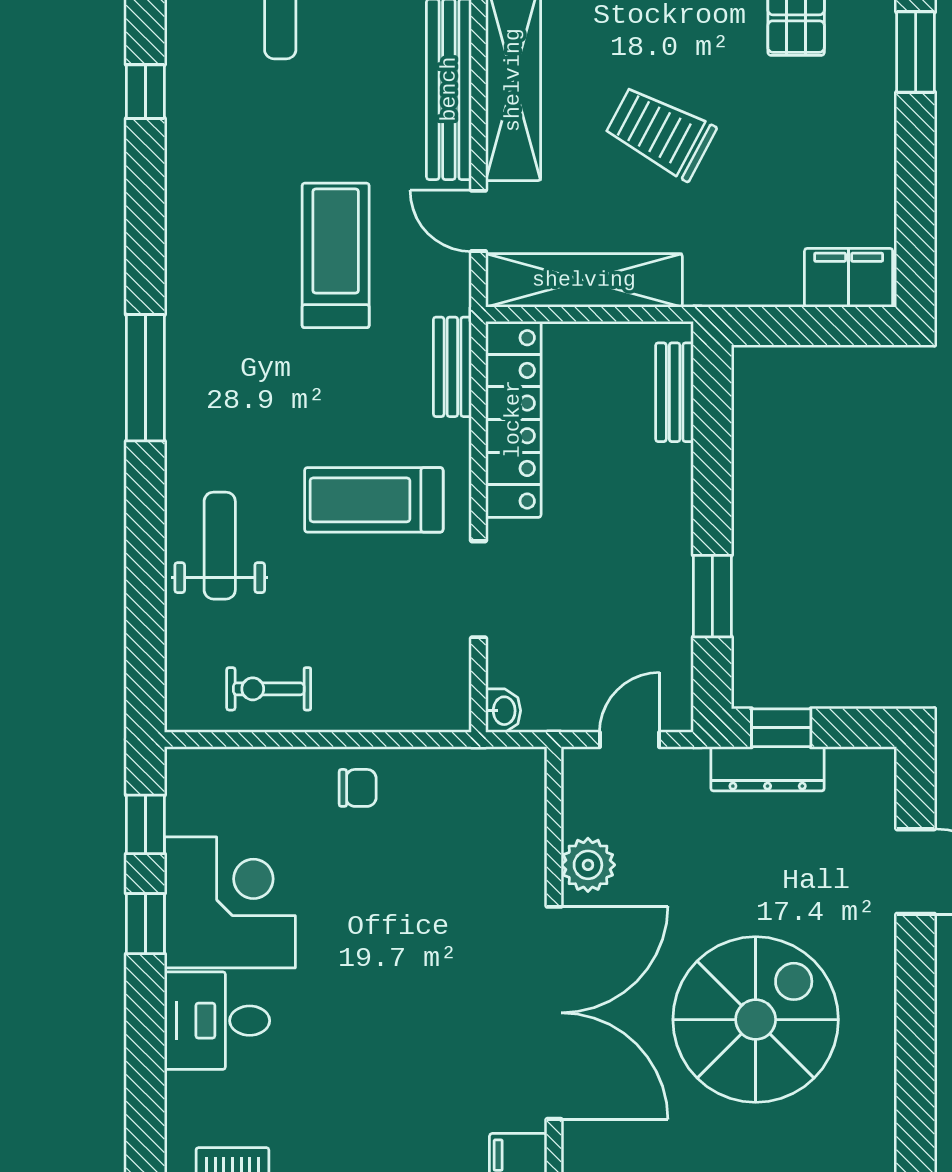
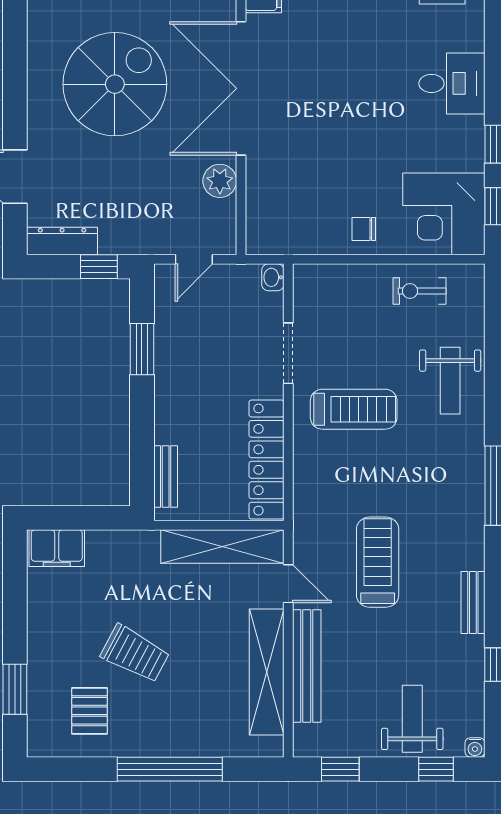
trolley: (660, 133) -> (135, 654), moved
treadmill: (336, 255) -> (378, 562), turned 180
bench: (452, 367) -> (473, 603), moved
exercise bike: (269, 689) -> (419, 291), turned 180
dresser: (768, 769) -> (62, 241), moved
corner desk: (230, 902) -> (444, 214), moved
spiral stairs: (756, 1020) -> (115, 84), turned 180

